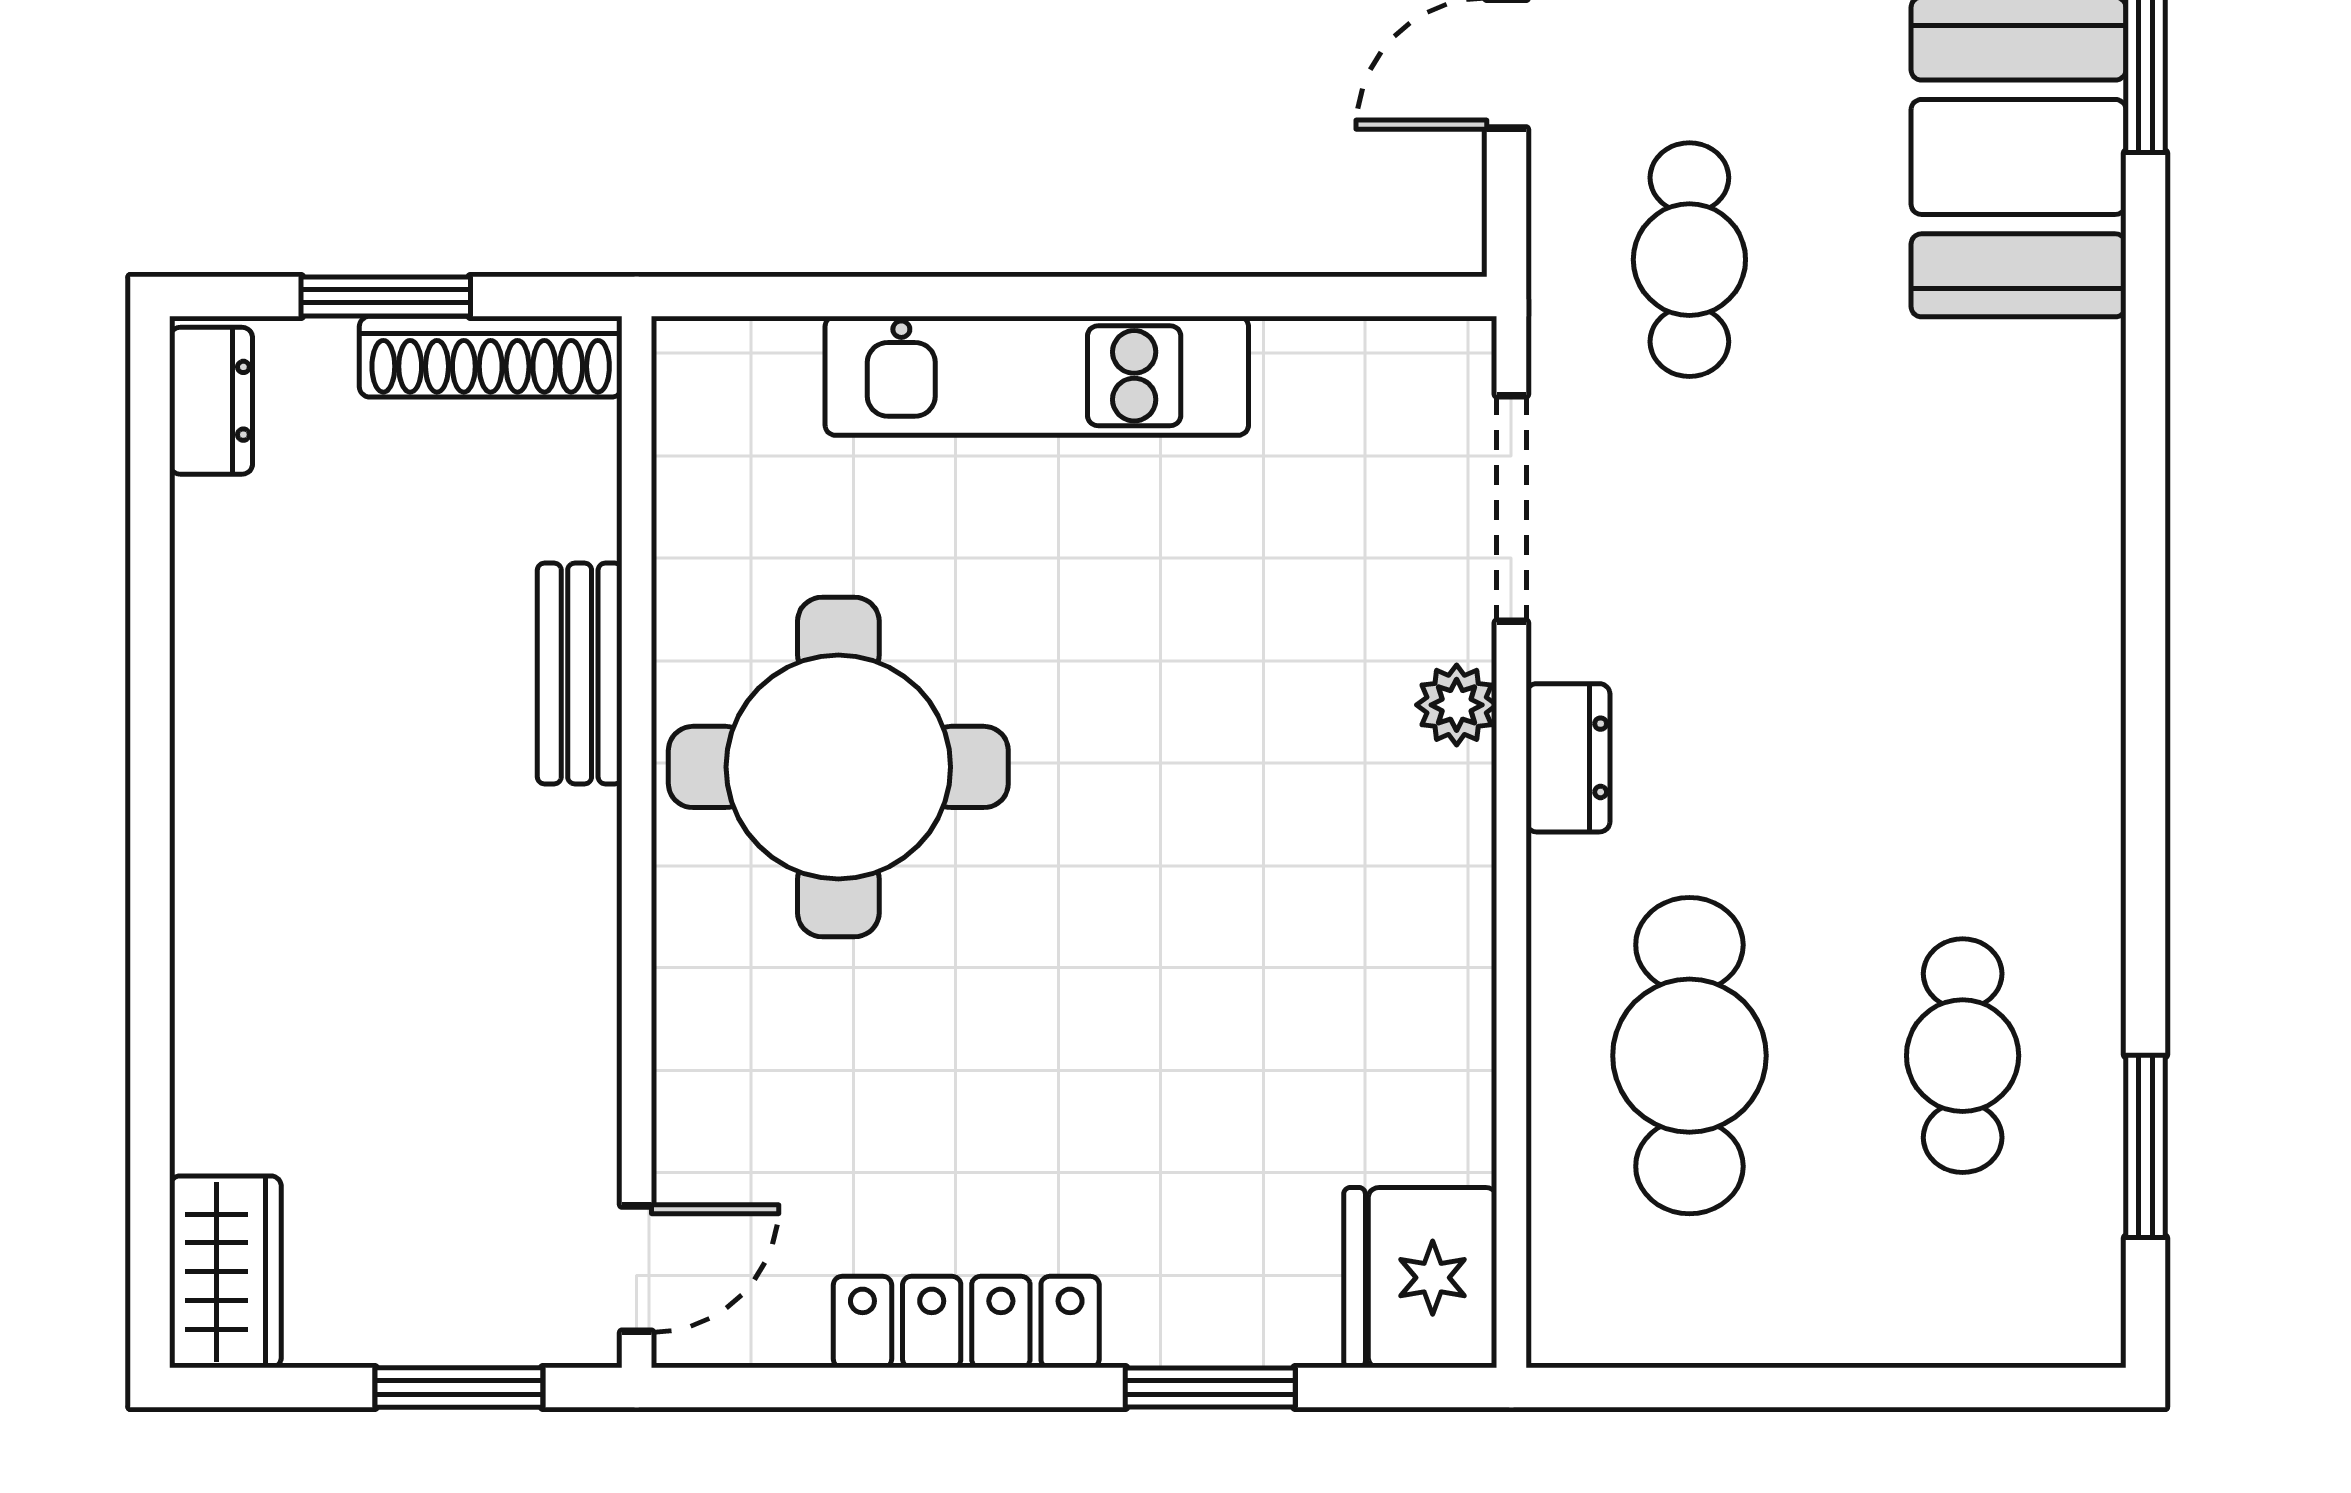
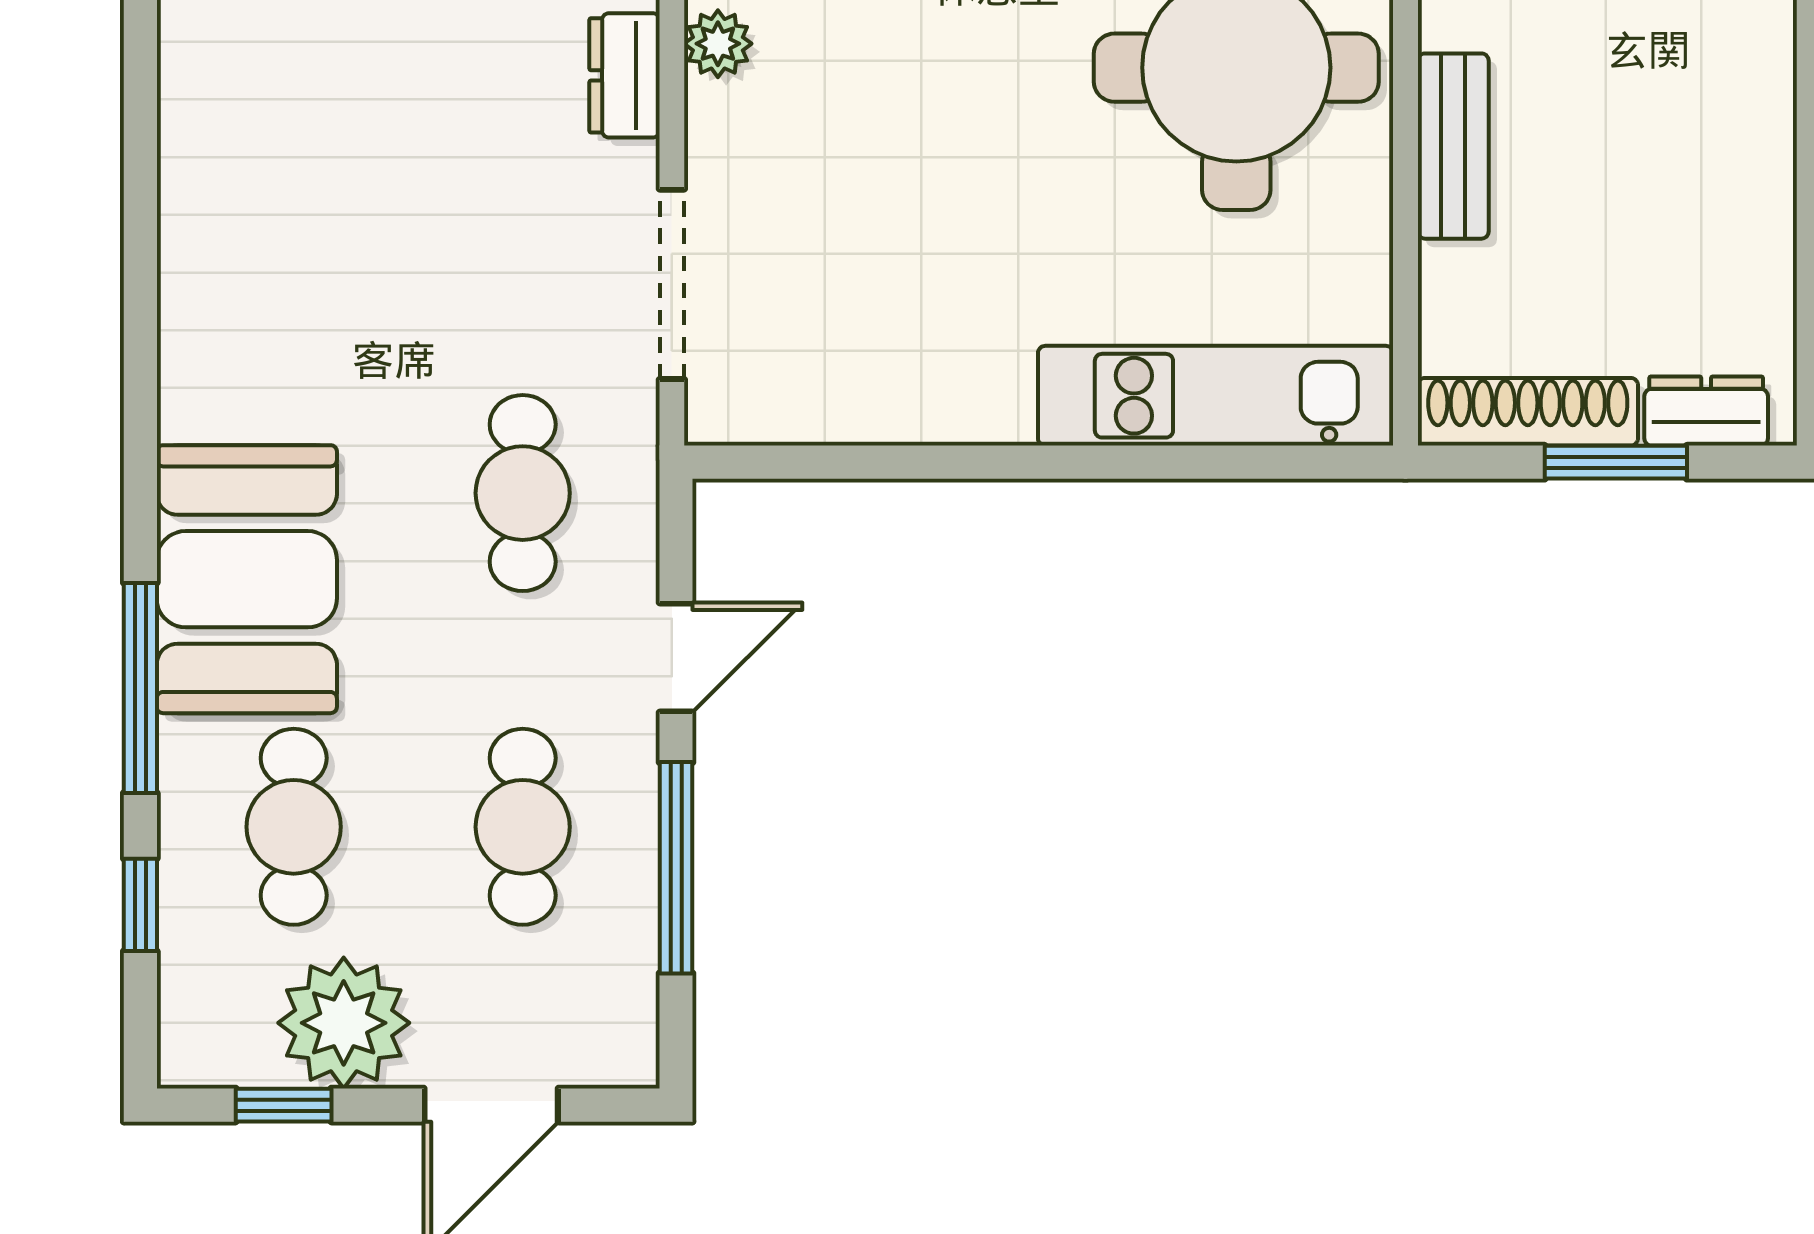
kitchen unit: (1037, 376) -> (1216, 396), moved
dresser: (211, 401) -> (1706, 411), moved, turned 90
plant: (1457, 705) -> (718, 44), moved

